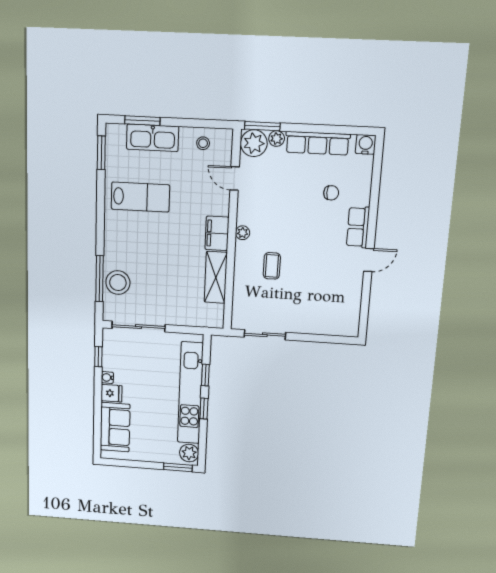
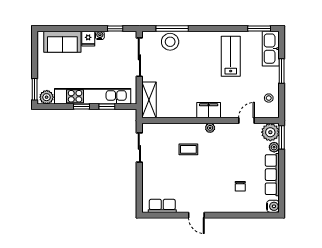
window: (142, 121) -> (282, 71), moved
kitchen sink: (153, 138) -> (271, 49), moved
lab bench: (140, 197) -> (231, 56), turned 180
row of seats: (358, 227) -> (162, 206), moved
shelving: (216, 277) -> (149, 100), moved, turned 90

